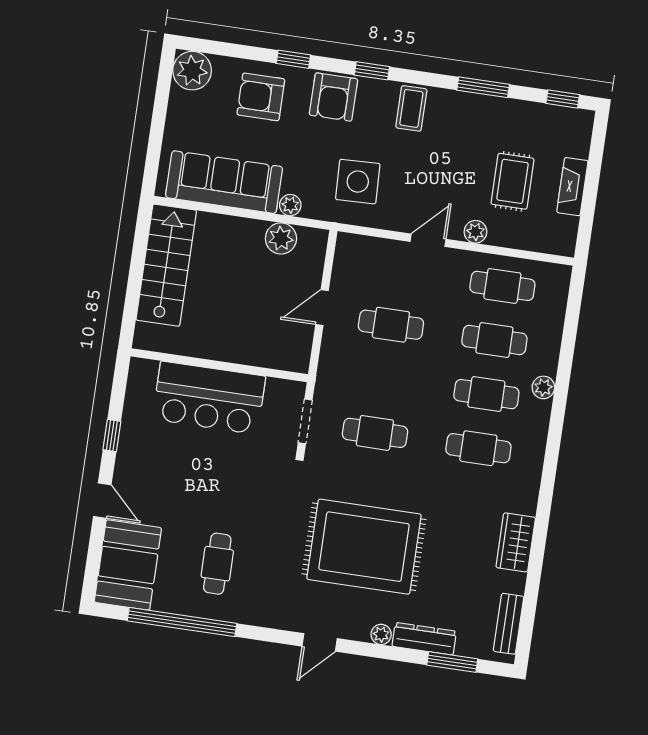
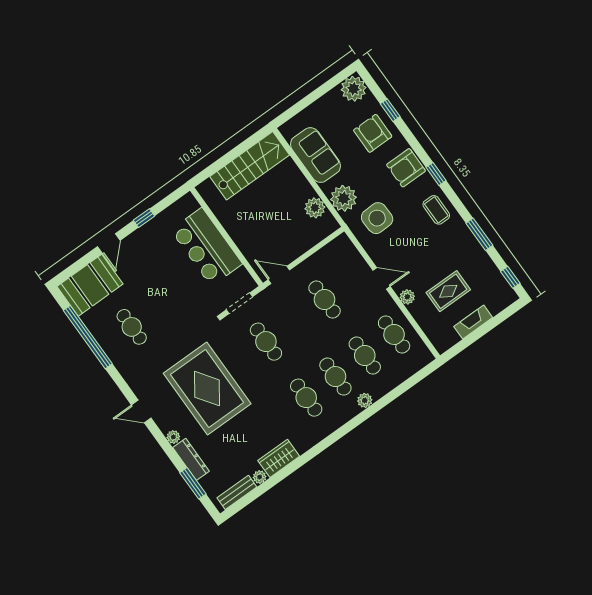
window: (293, 59) -> (390, 110), moved
coffee table: (411, 108) -> (436, 210), turned 90
sofa: (224, 182) -> (315, 155), width x0.73
plant: (290, 205) -> (344, 198), width x1.87, depth x1.87
door: (322, 308) -> (279, 275), moved
cafe table: (217, 564) -> (132, 327), turned 90
plant: (516, 583) -> (260, 477), added

